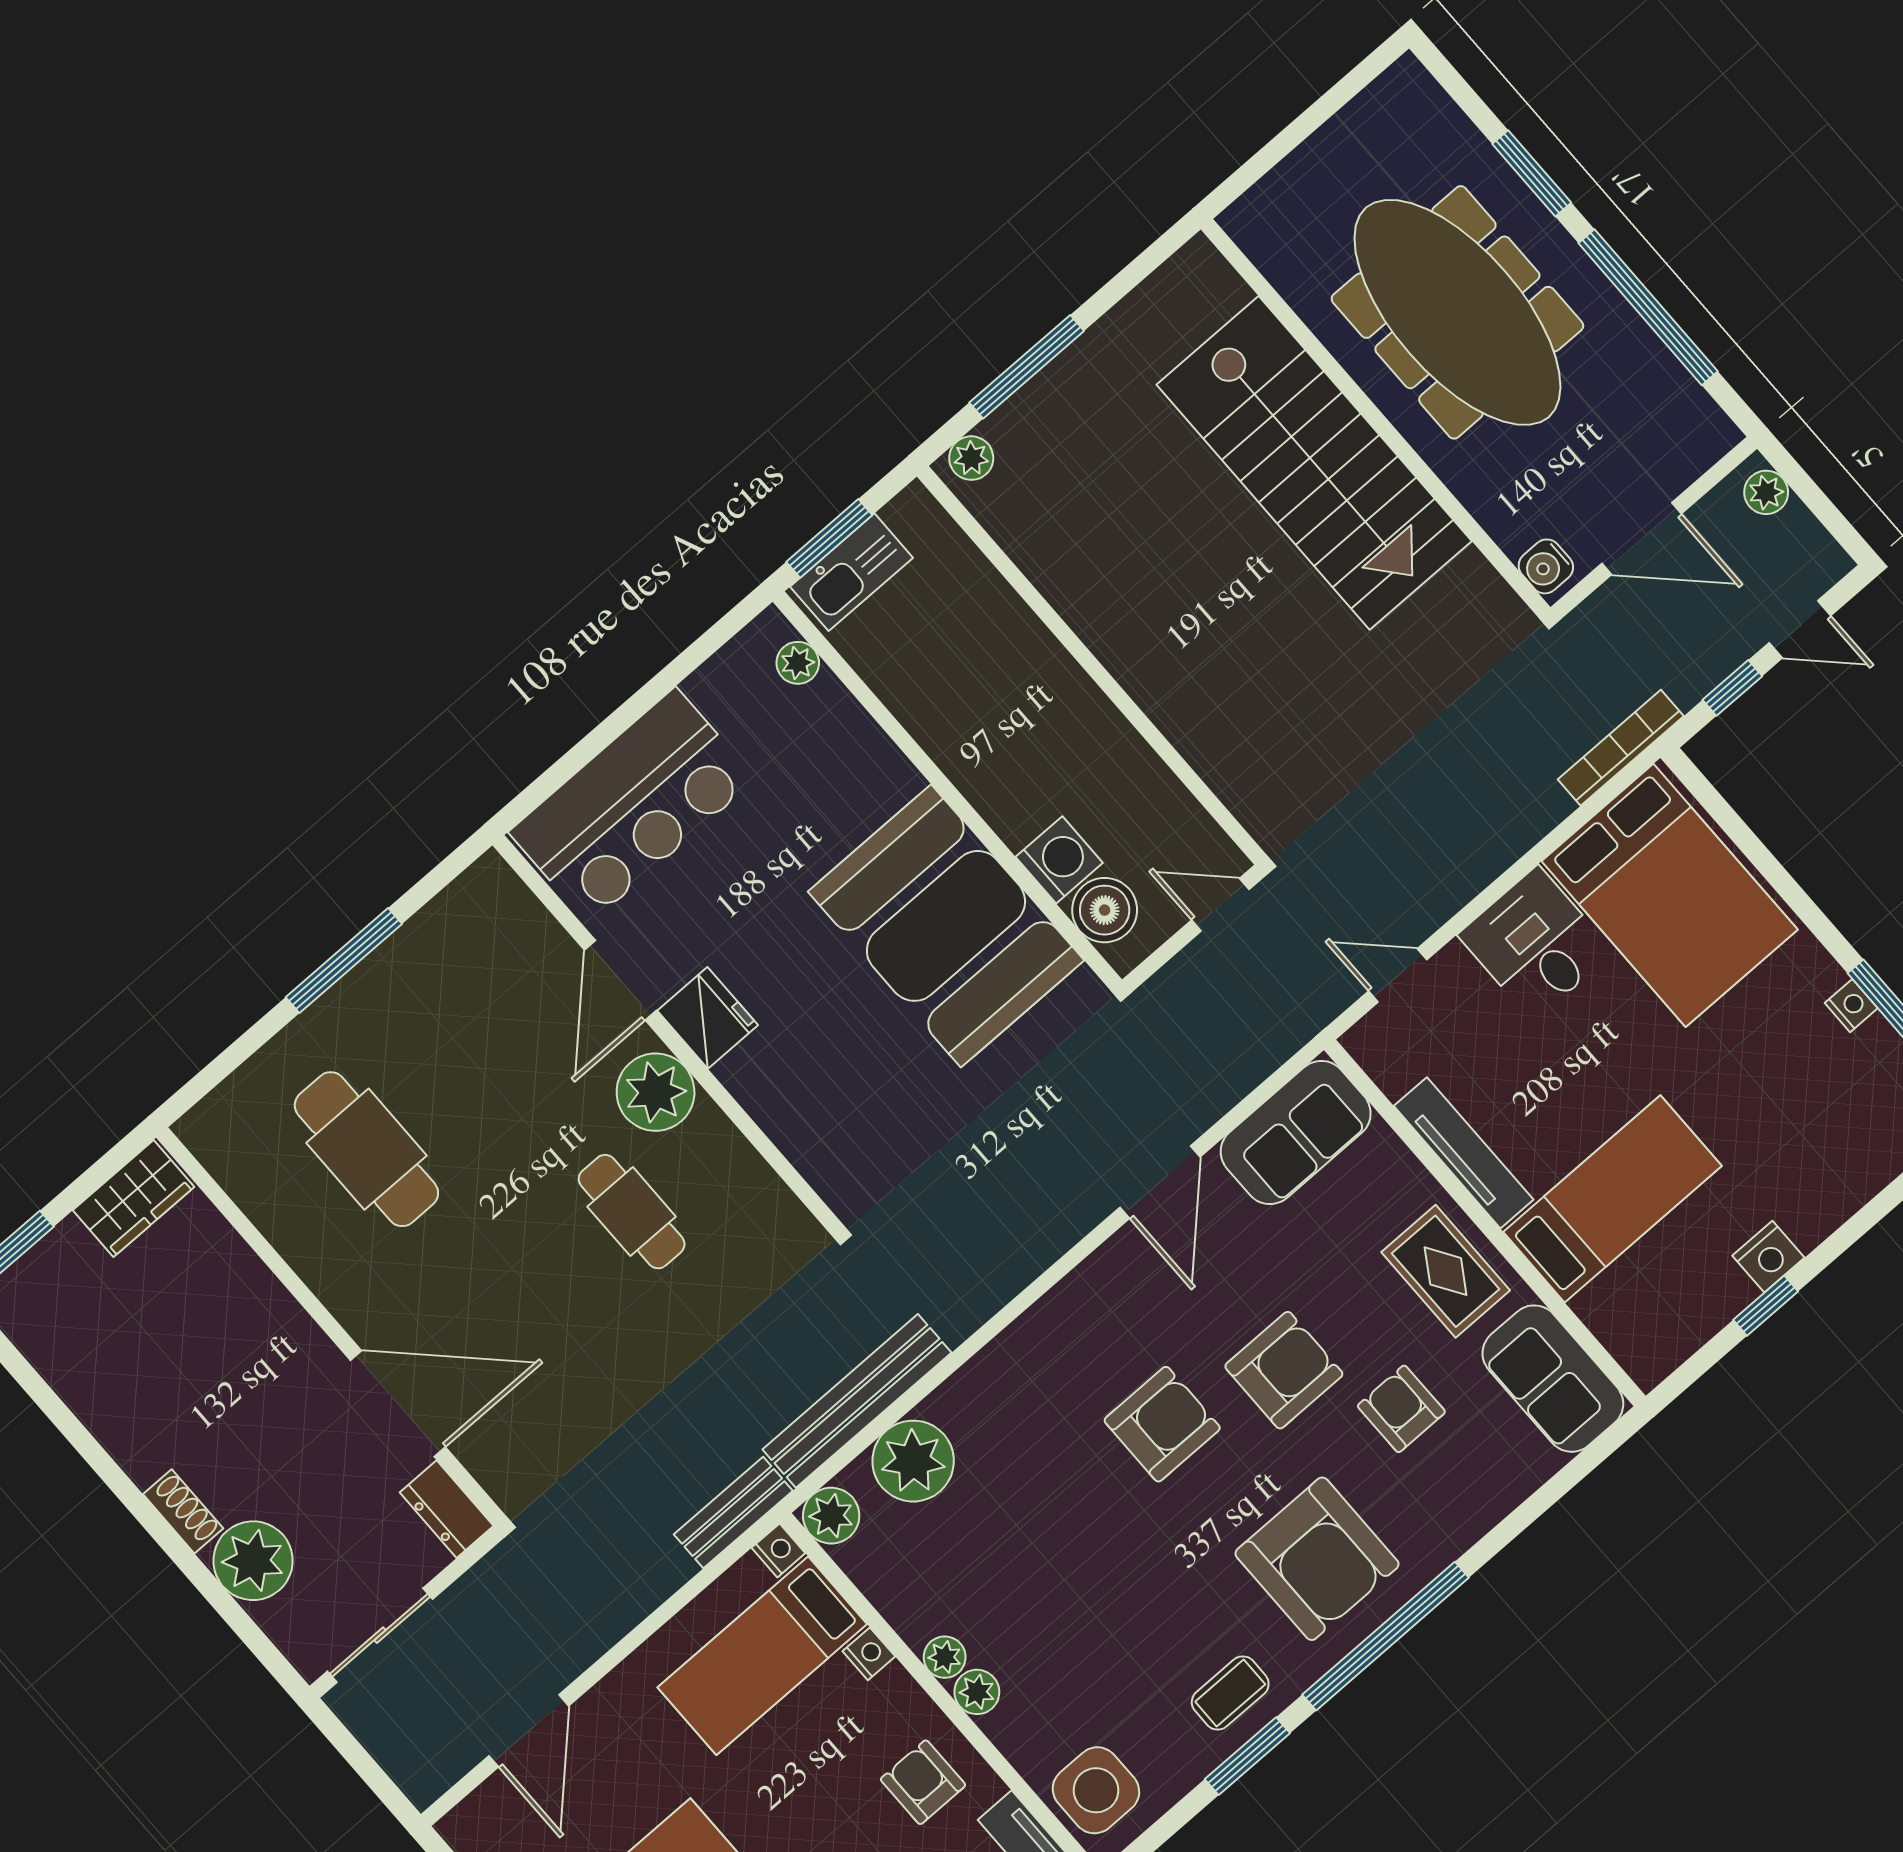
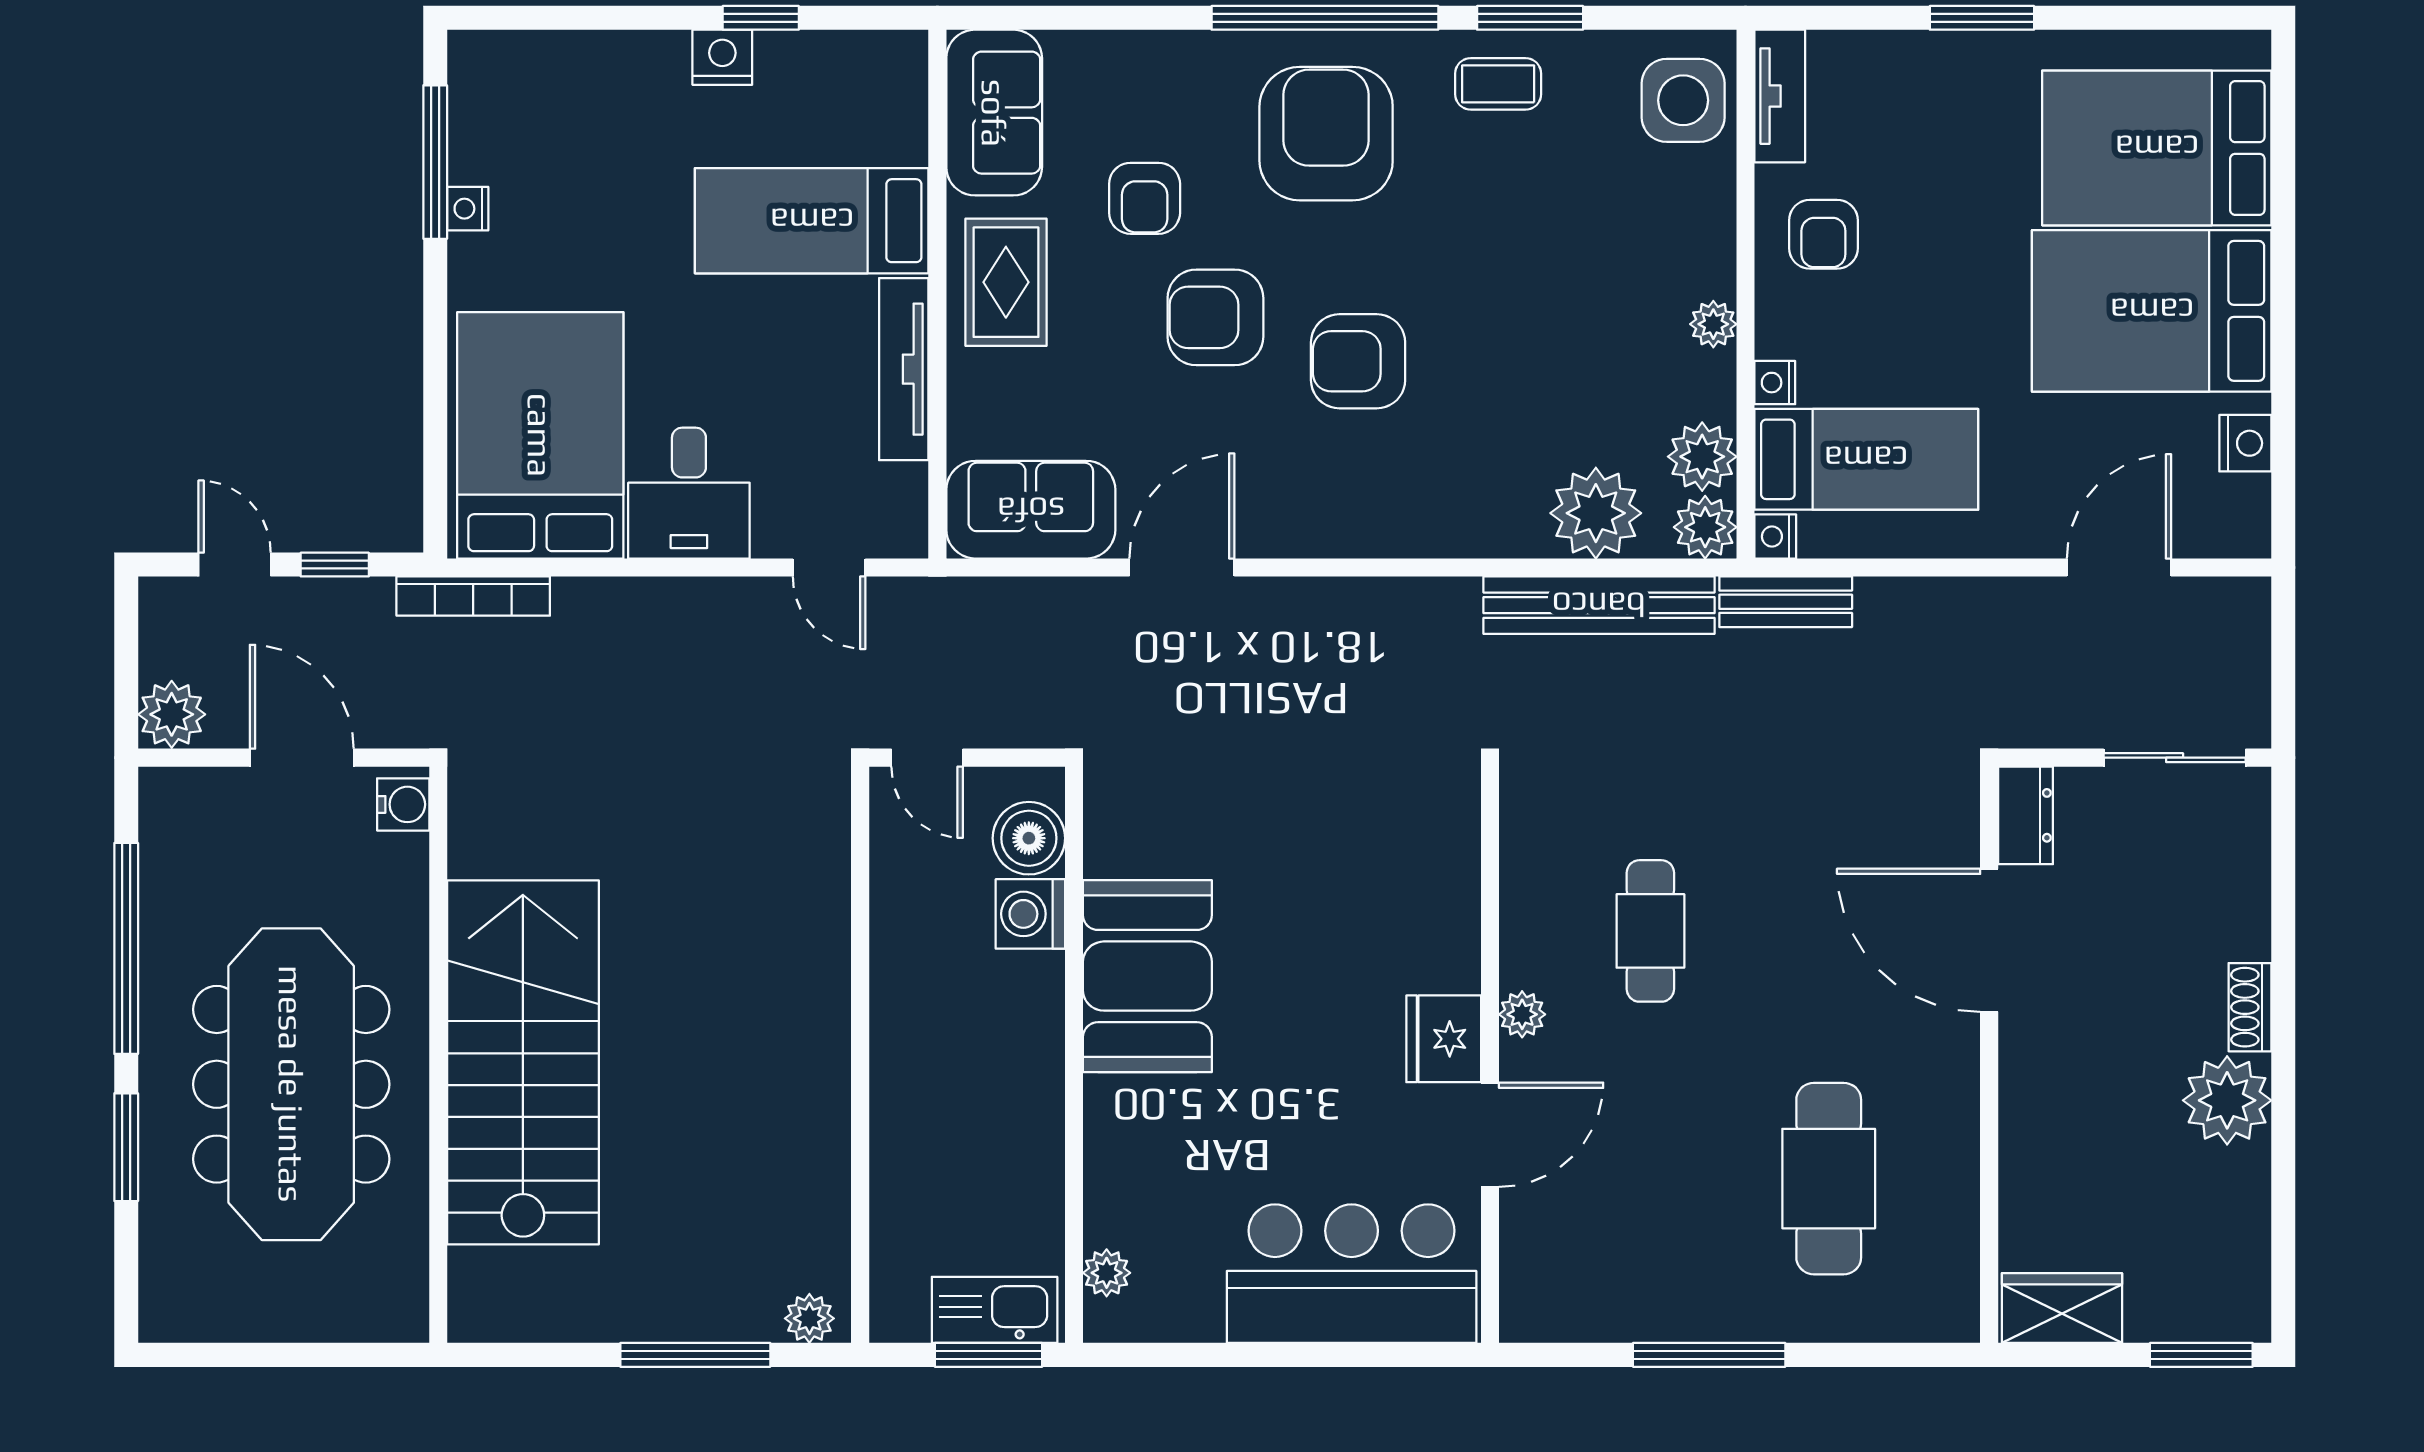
plant: (1766, 492) -> (172, 714), width x1.38, depth x1.38
booth: (946, 926) -> (1147, 976), width x0.73, depth x0.70
plant: (656, 1092) -> (1522, 1014), width x0.53, depth x0.53
plant: (253, 1561) -> (2227, 1100), moved
plant: (977, 1692) -> (1702, 457), moved, width x1.38, depth x1.38

